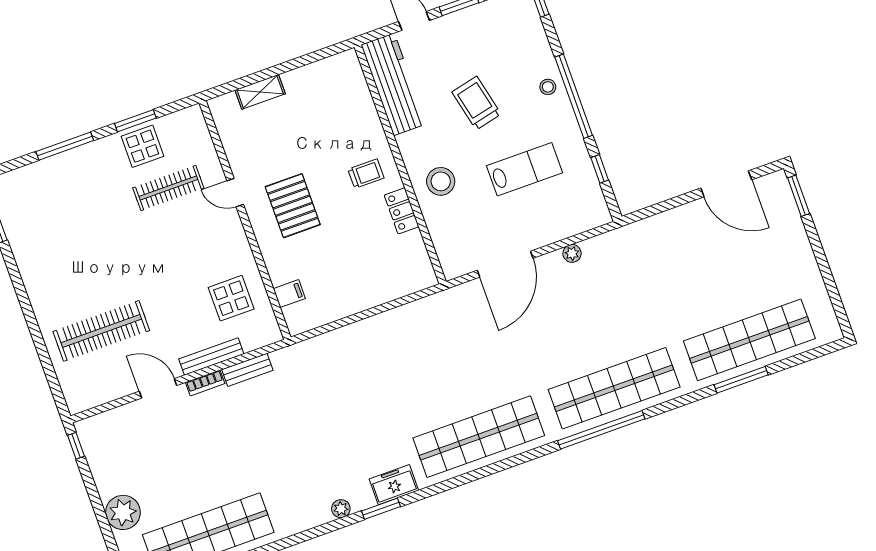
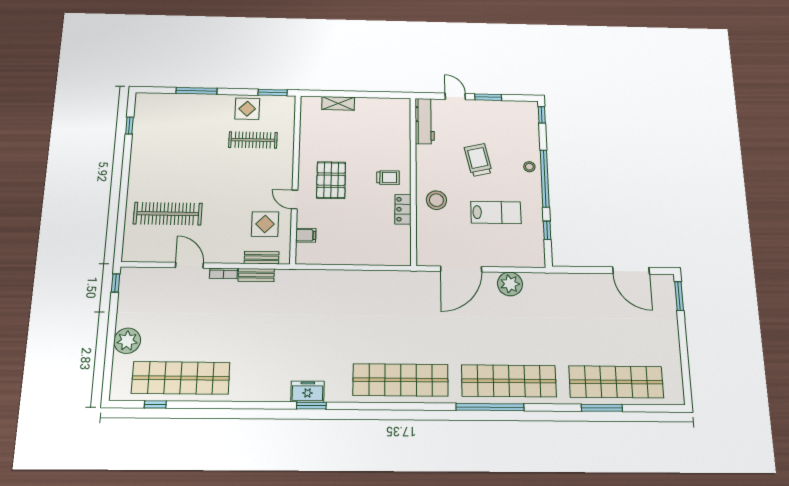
workbench: (394, 84) -> (425, 121), width x0.73, depth x0.76
window: (135, 121) -> (273, 92), moved
door: (235, 193) -> (295, 200), moved
plant: (572, 253) -> (510, 284), width x1.87, depth x1.87
bench: (211, 356) -> (262, 258), moved, width x0.73
freezer: (394, 485) -> (308, 392), moved
plant: (341, 509) -> (283, 395), removed

